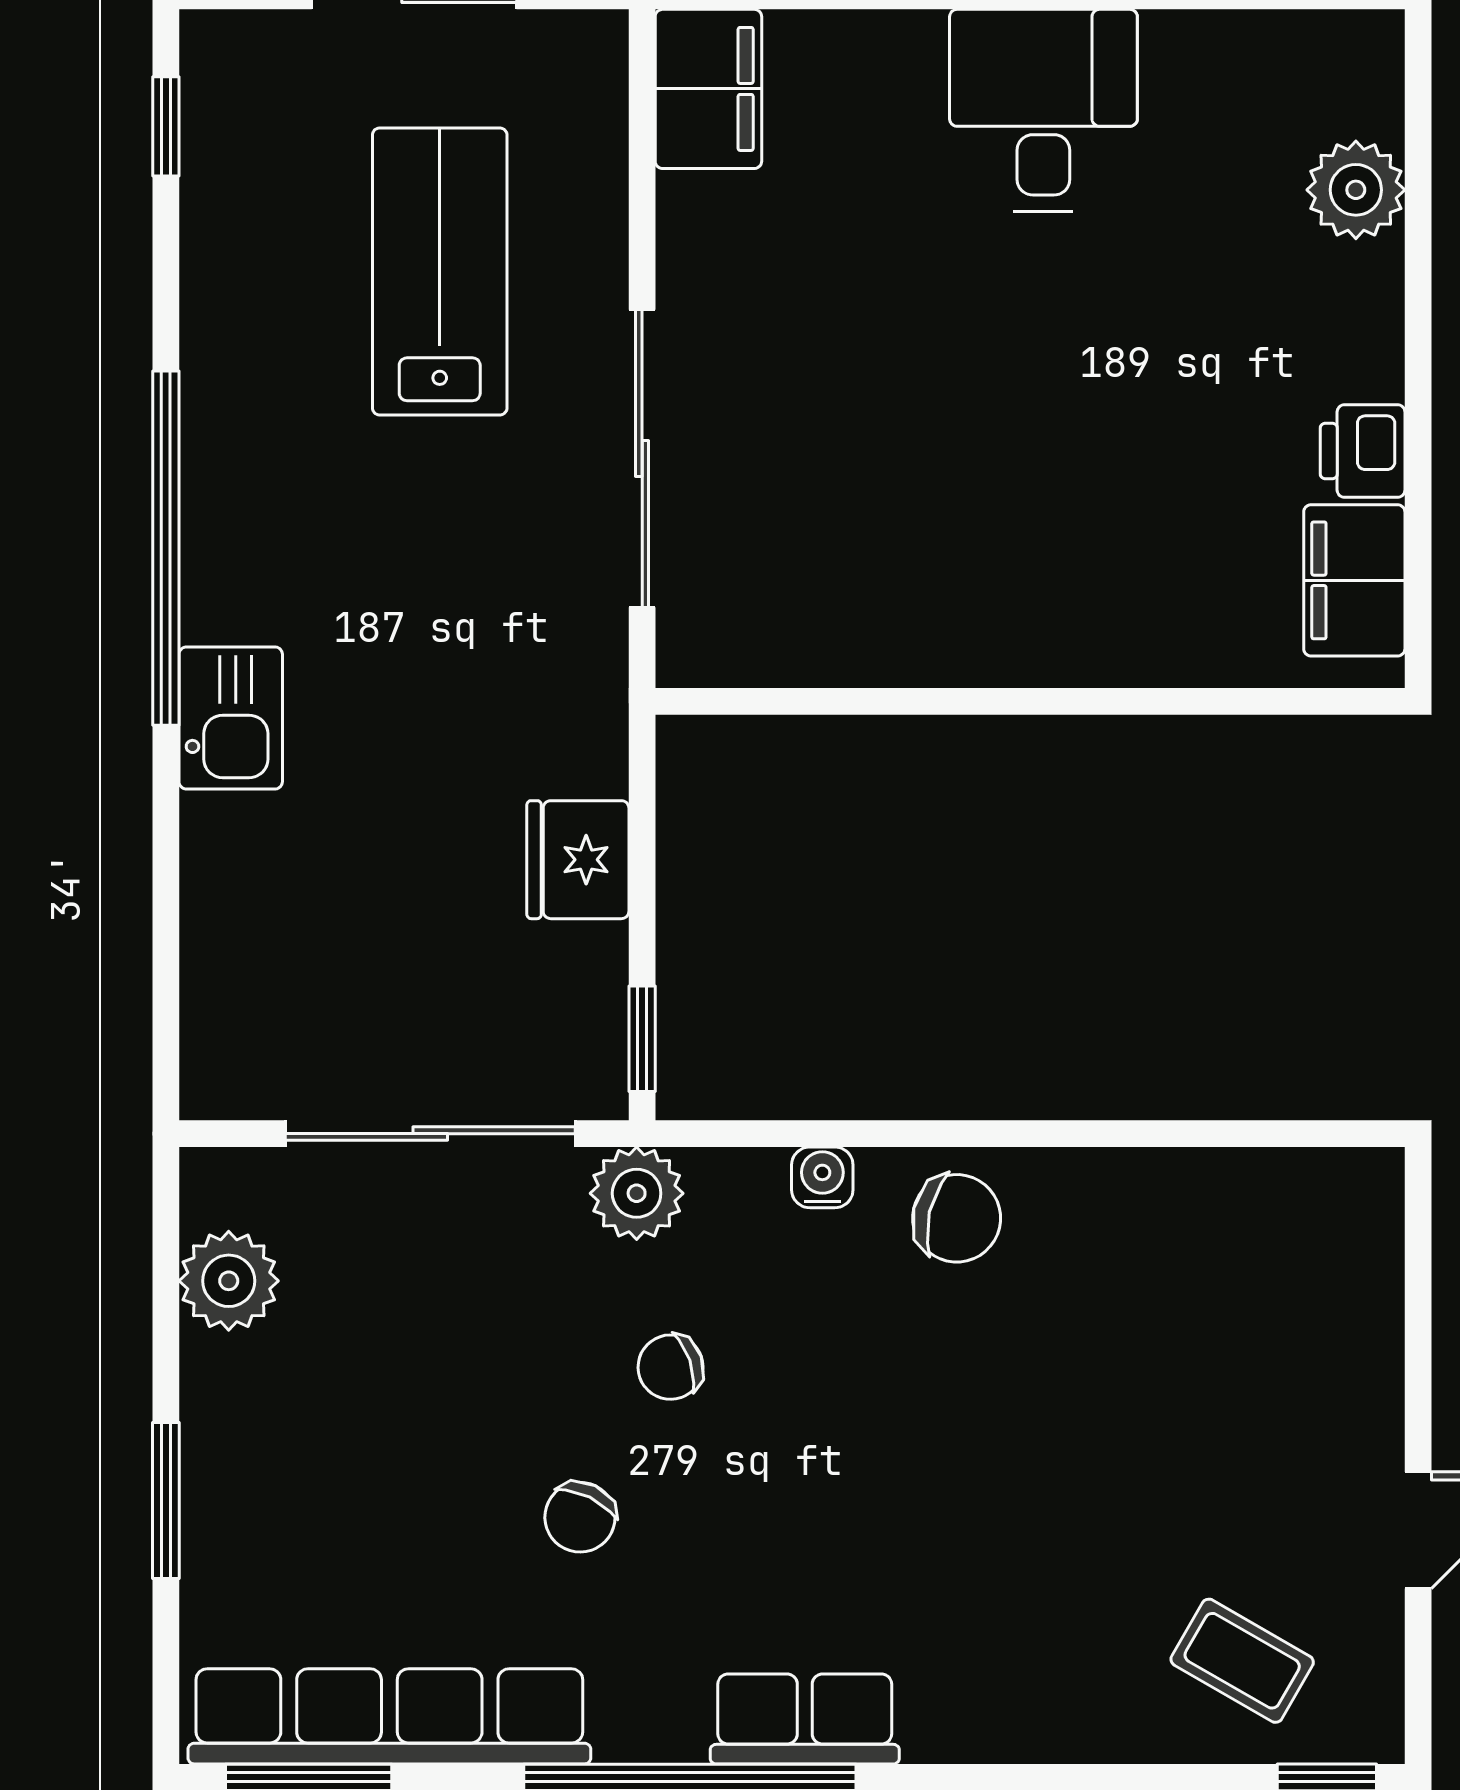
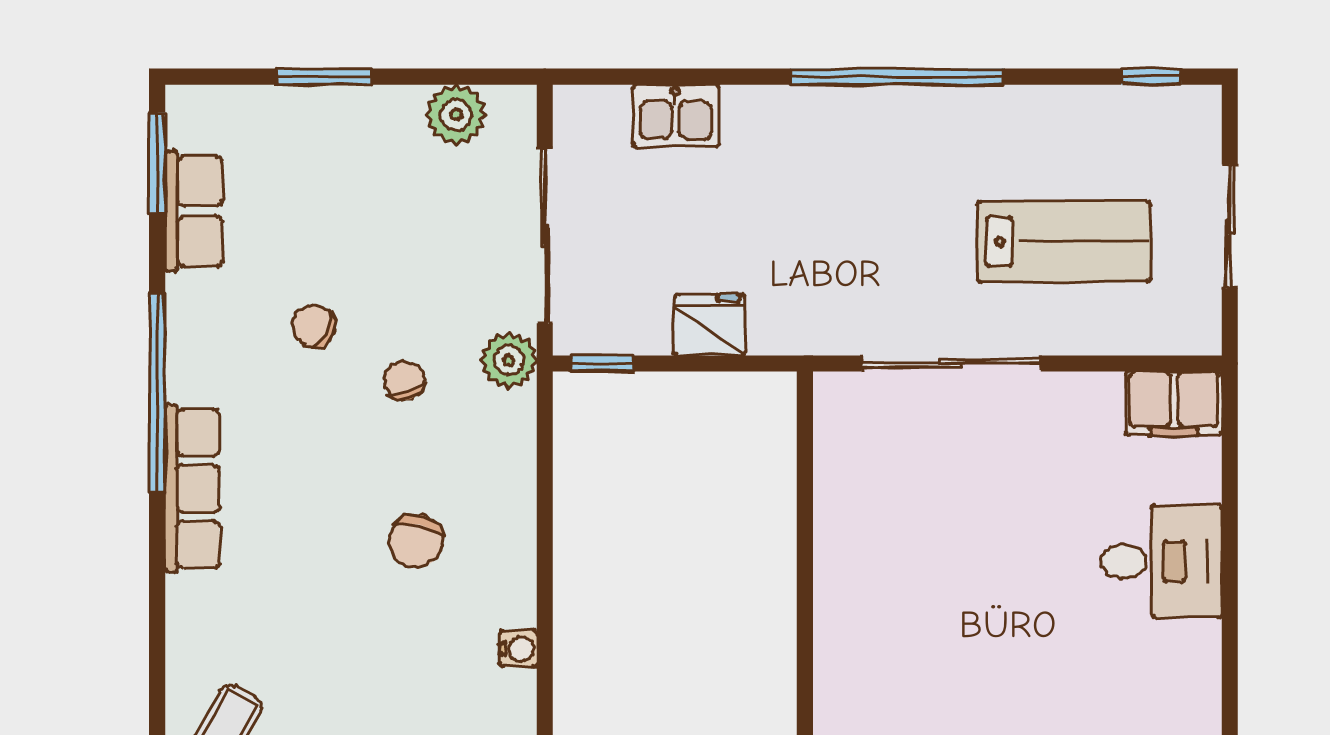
desk: (1043, 110) -> (1161, 561), moved
kitchen sink: (231, 718) -> (676, 116), moved
water cooler: (822, 1177) -> (518, 649), moved
chair: (957, 1218) -> (416, 541), moved
row of seats: (389, 1716) -> (194, 211), width x0.50
row of seats: (805, 1719) -> (192, 489), width x1.48

